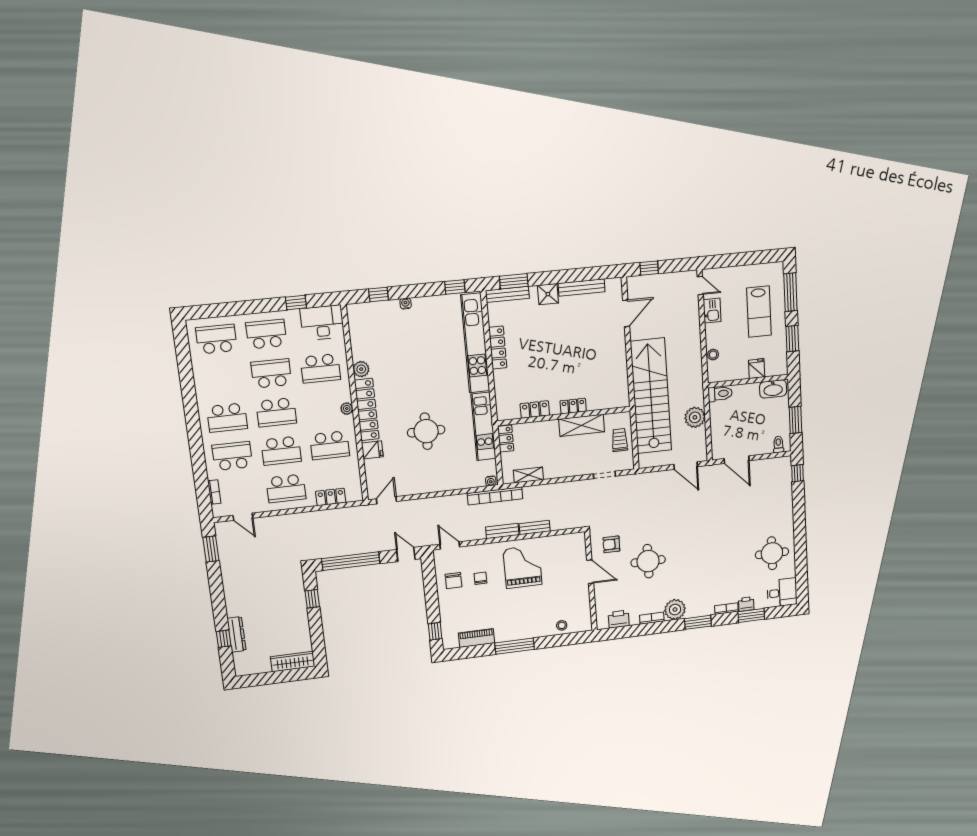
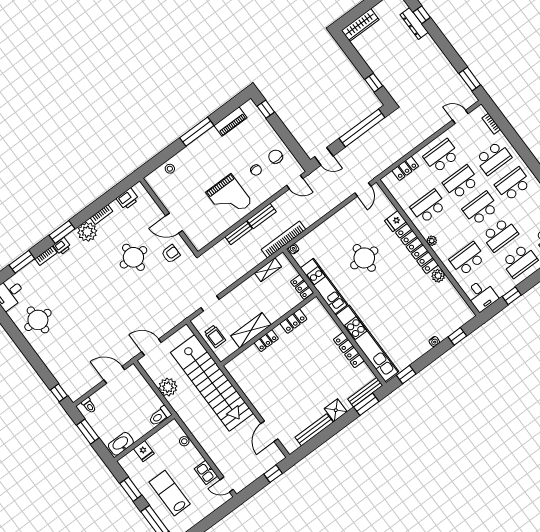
desk: (322, 323) -> (481, 295), width x0.73
printer: (746, 604) -> (62, 246), moved

